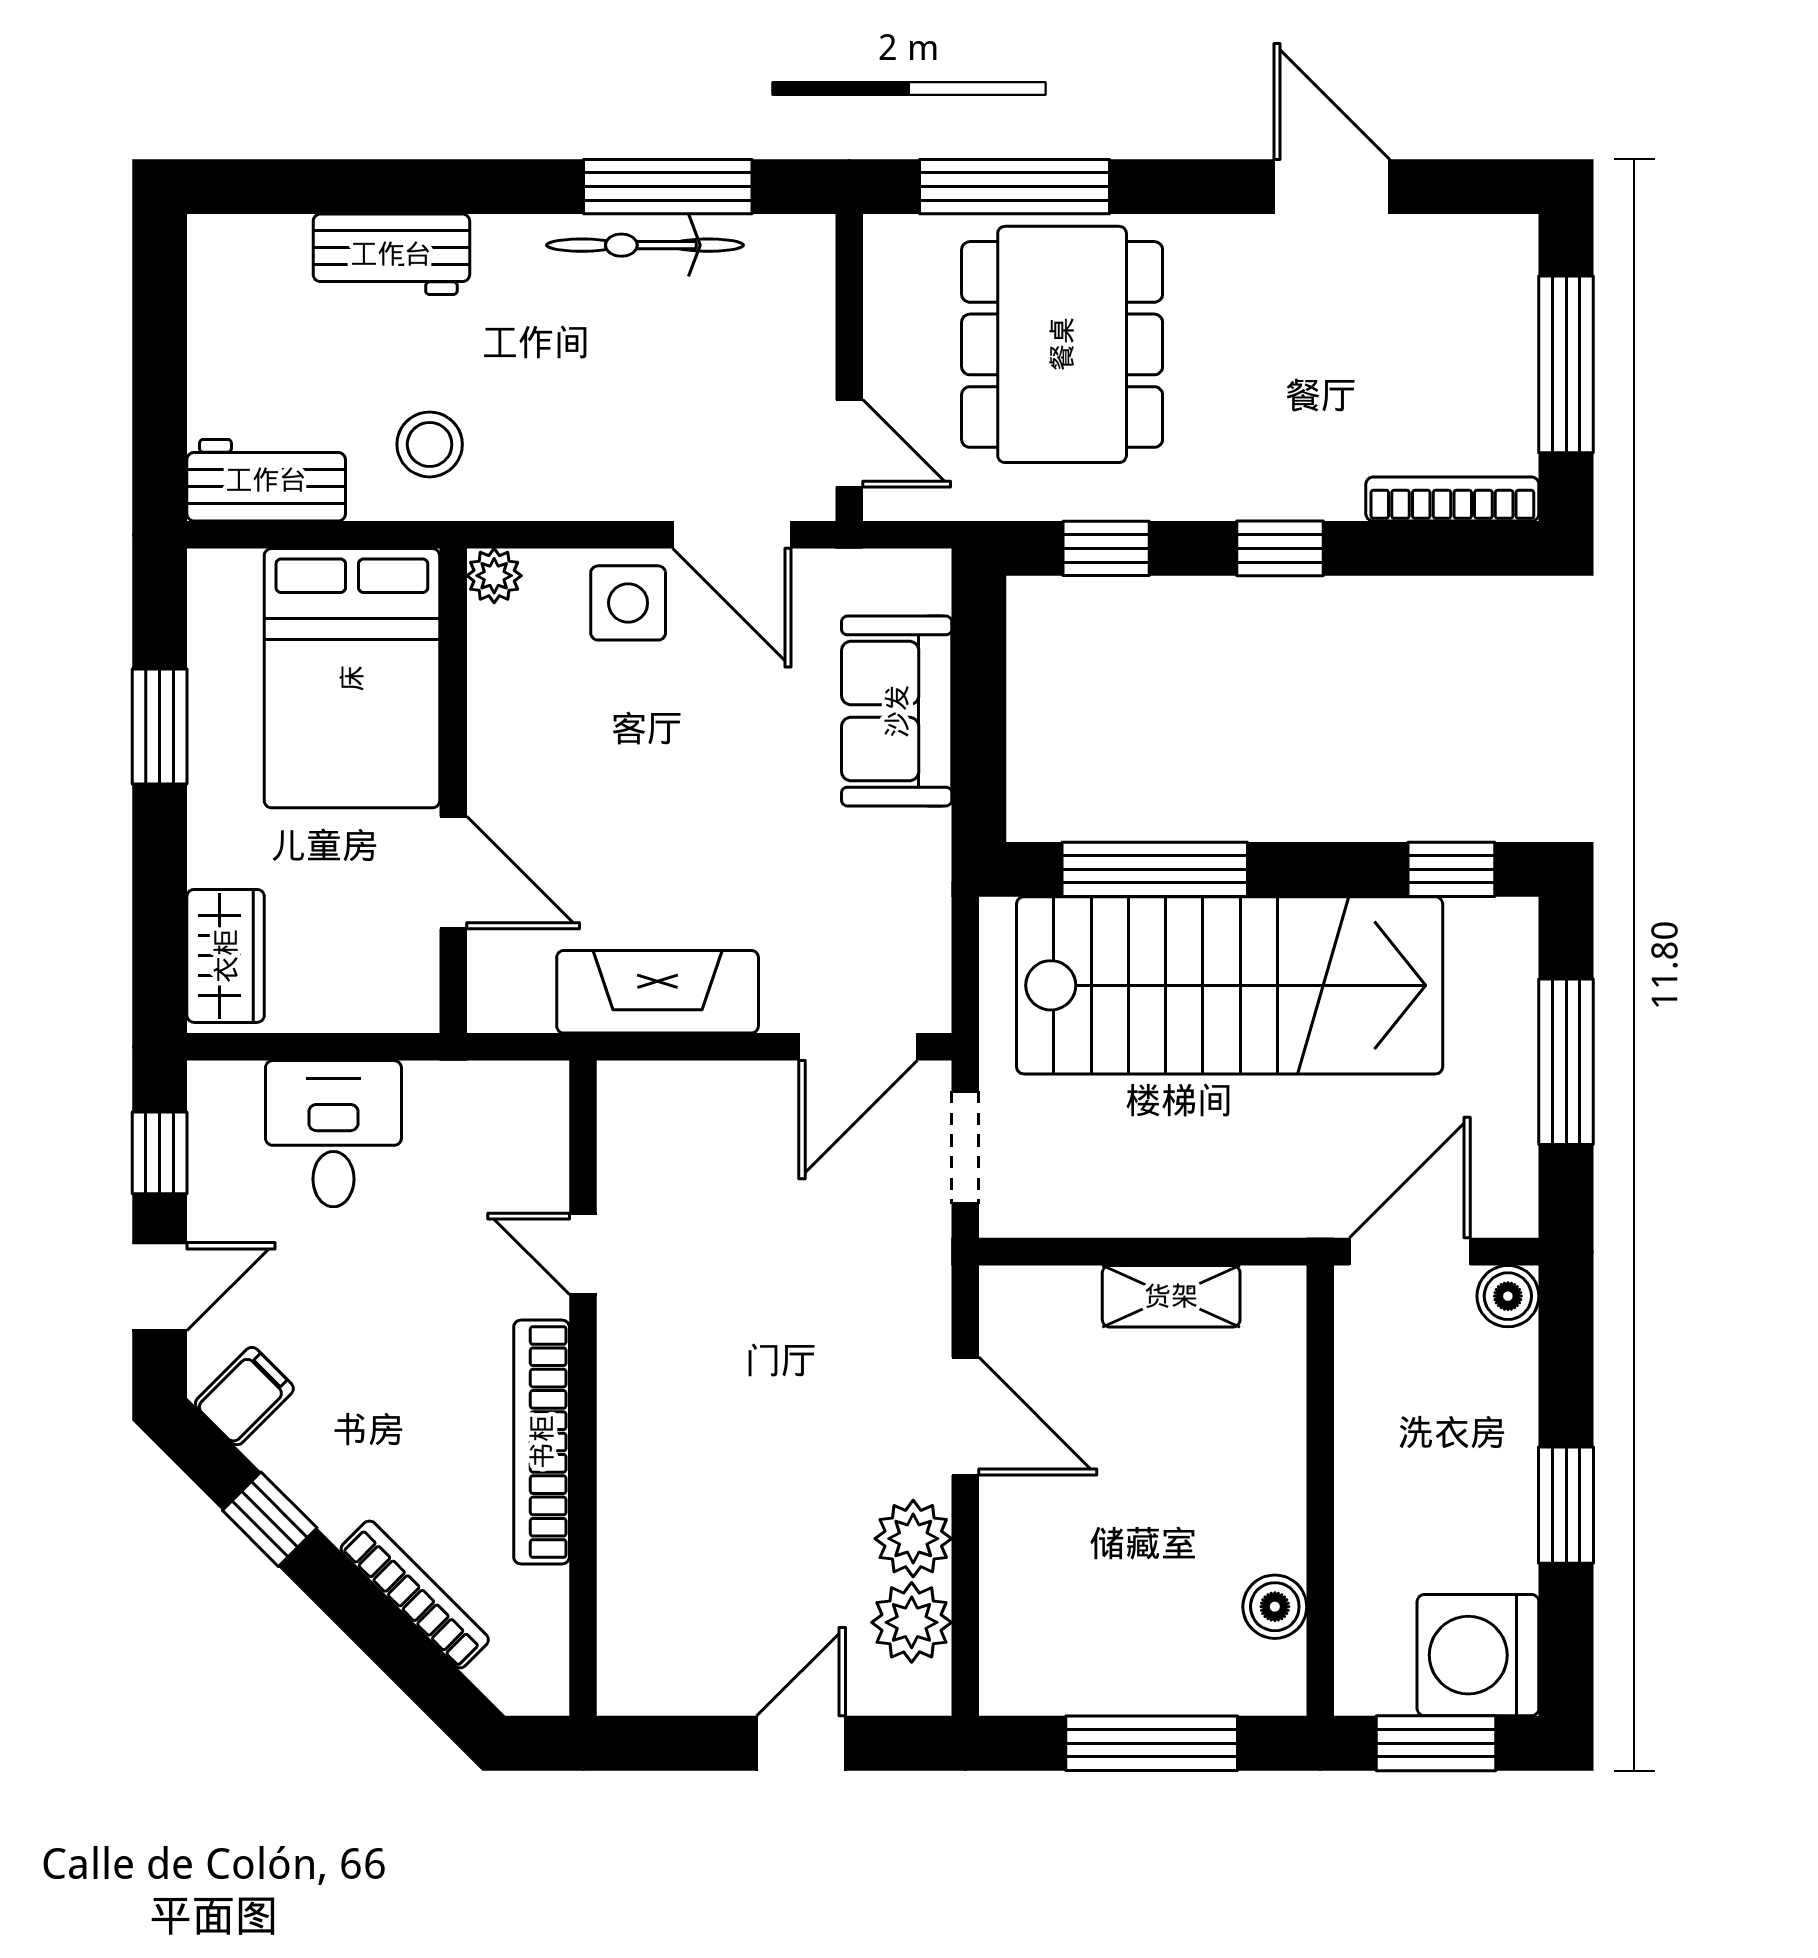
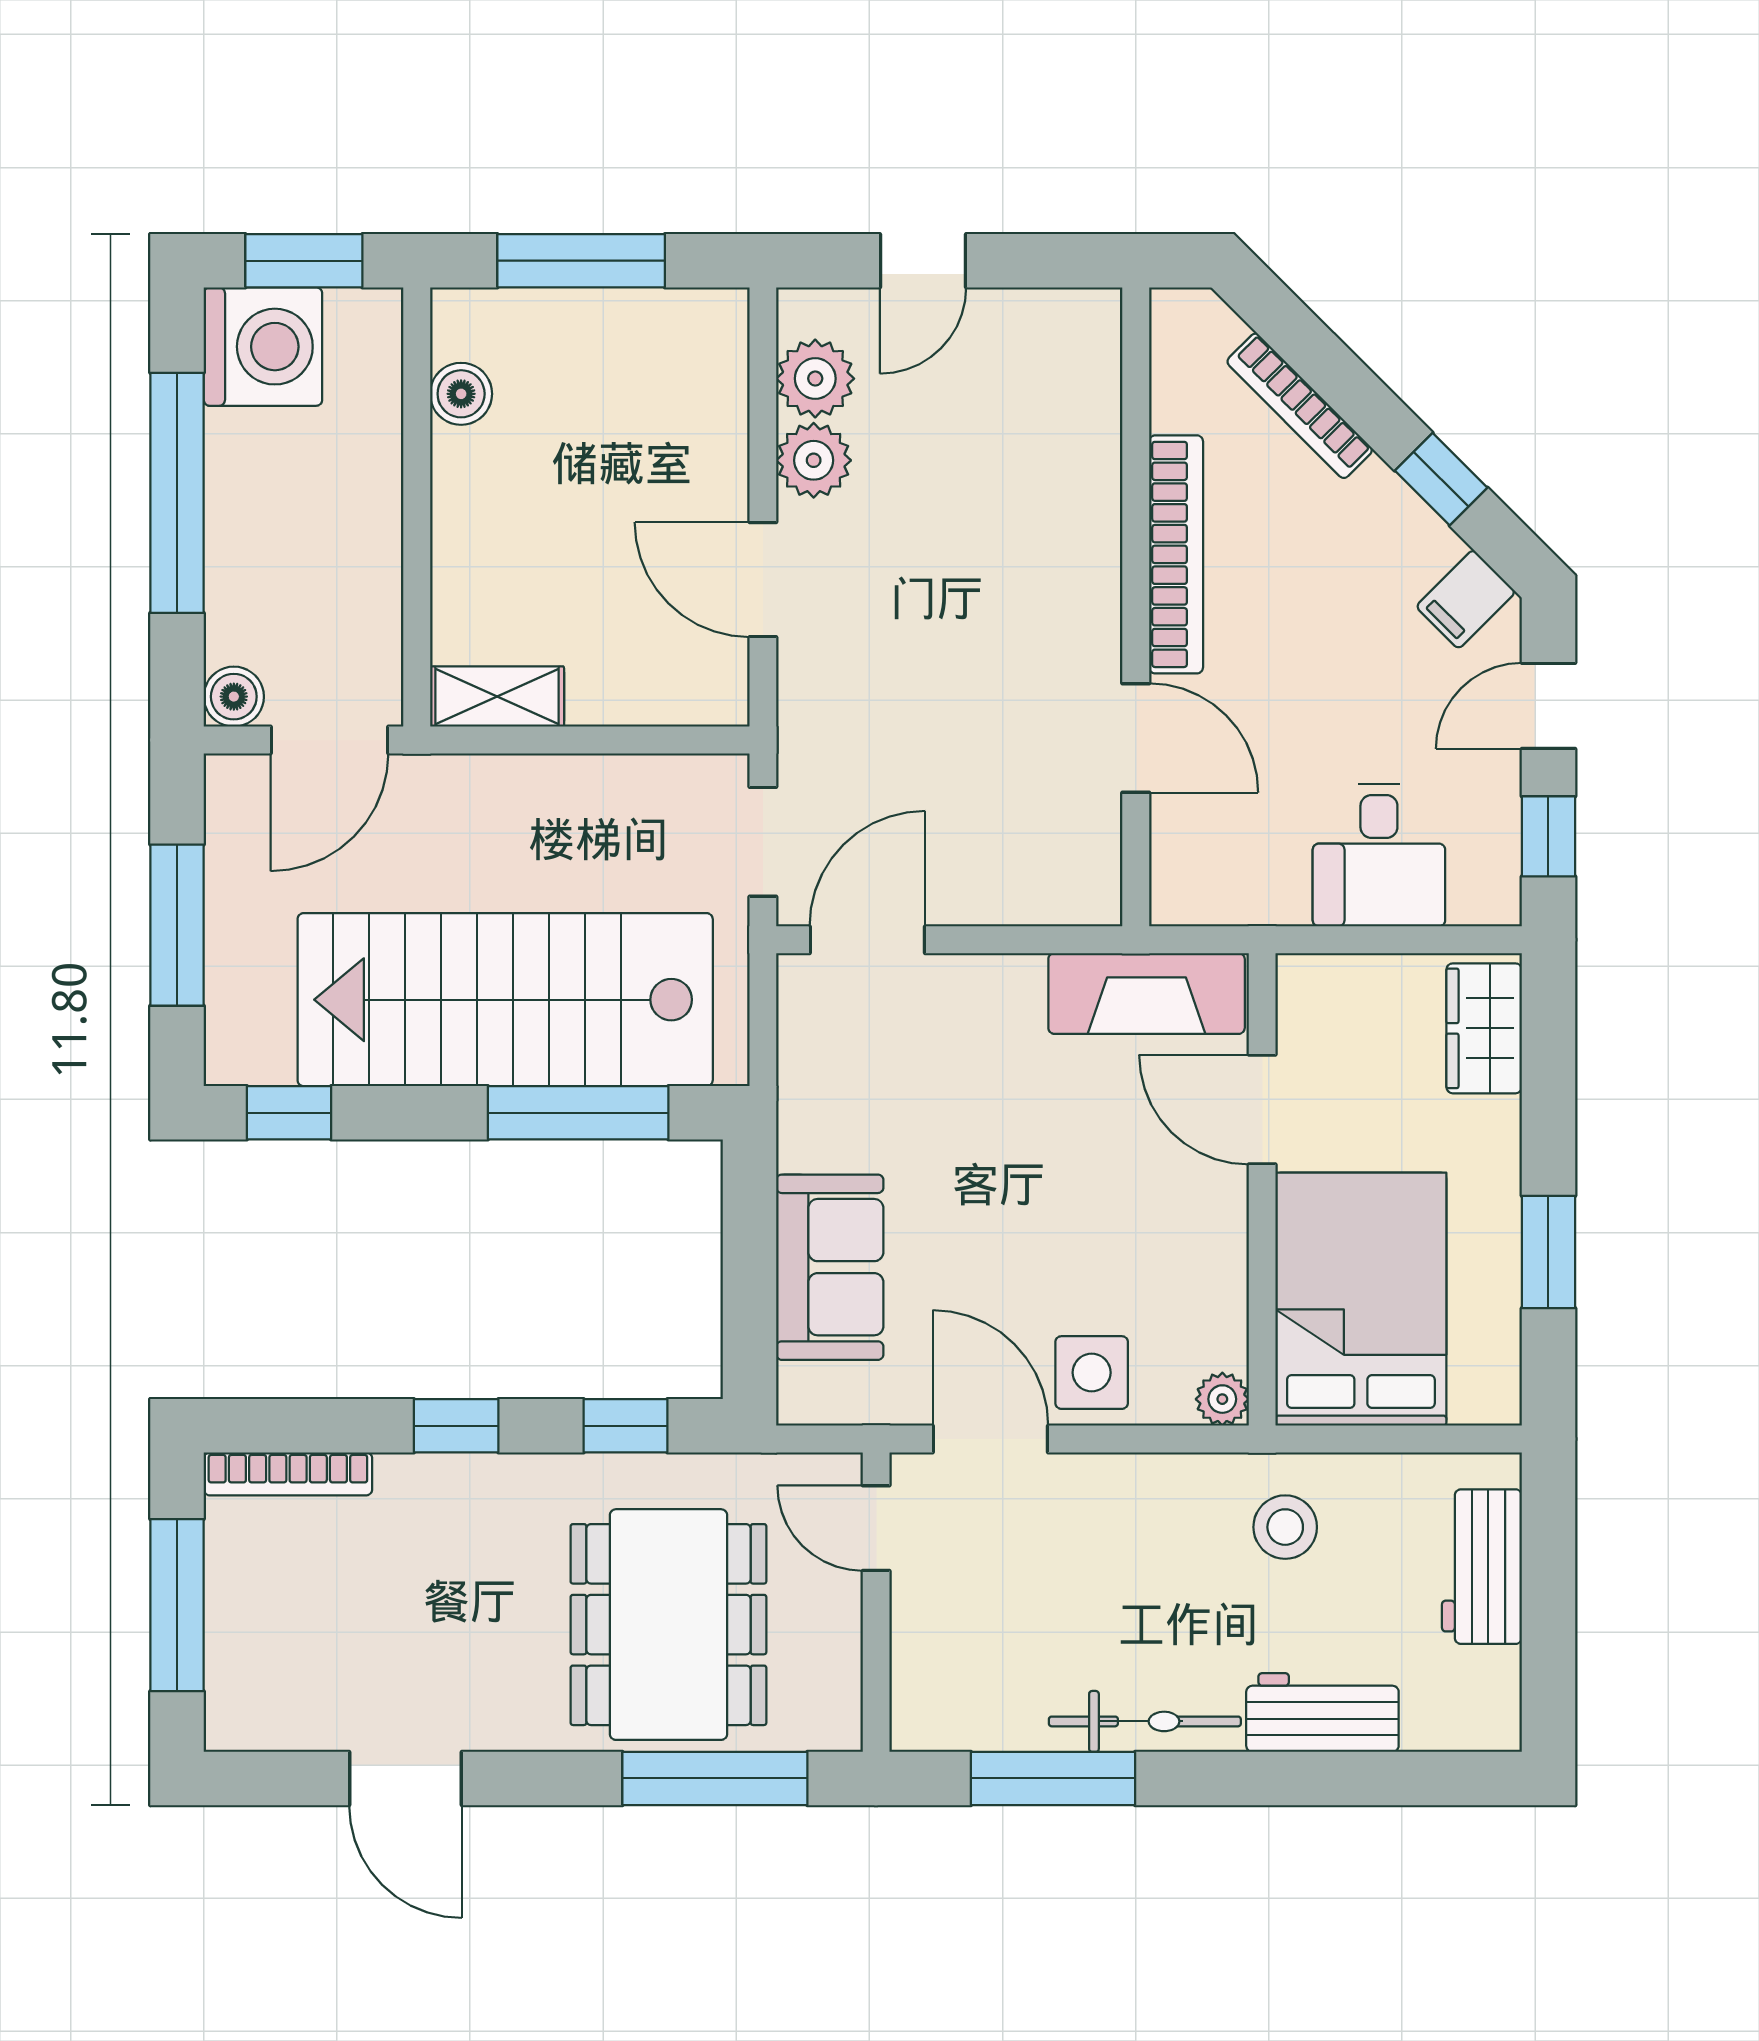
bicycle: (645, 245) -> (1145, 1721), moved
workbench: (266, 480) -> (1482, 1567), moved, turned 90
fireplace: (658, 992) -> (1147, 993), moved
door: (583, 1254) -> (1136, 738), width x1.37
shelving: (1171, 1296) -> (497, 697), moved
window: (1566, 1505) -> (177, 493), width x2.11

